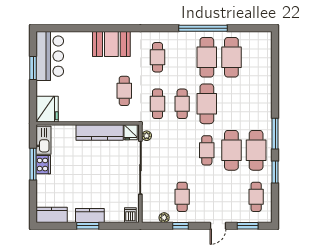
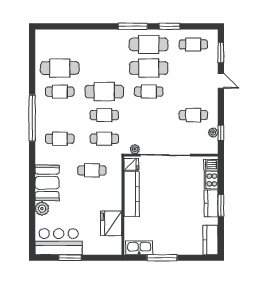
window: (203, 28) -> (32, 118), moved
plant: (84, 39) -> (42, 209), added
cafe table: (207, 57) -> (60, 92), width x0.73, depth x0.74
fridge: (47, 109) -> (111, 223), moved, turned -90
cooker: (43, 165) -> (211, 180), moved, turned -90
window: (181, 226) -> (221, 133), moved

